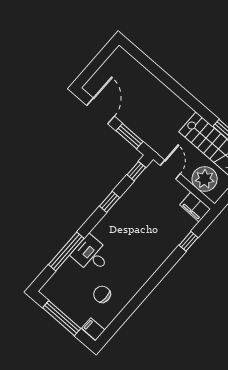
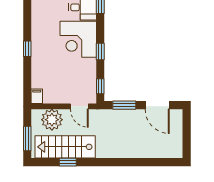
filing cabinet: (195, 207) -> (37, 96), width x0.50
corner desk: (120, 230) -> (78, 39), added
window: (188, 241) -> (27, 49), moved

